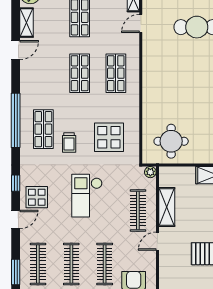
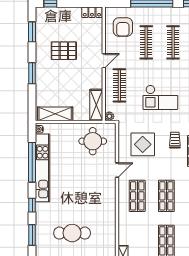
door: (141, 23) -> (117, 170), moved
checkout: (87, 196) -> (160, 97), turned 90
shelving: (167, 207) -> (96, 105), moved

